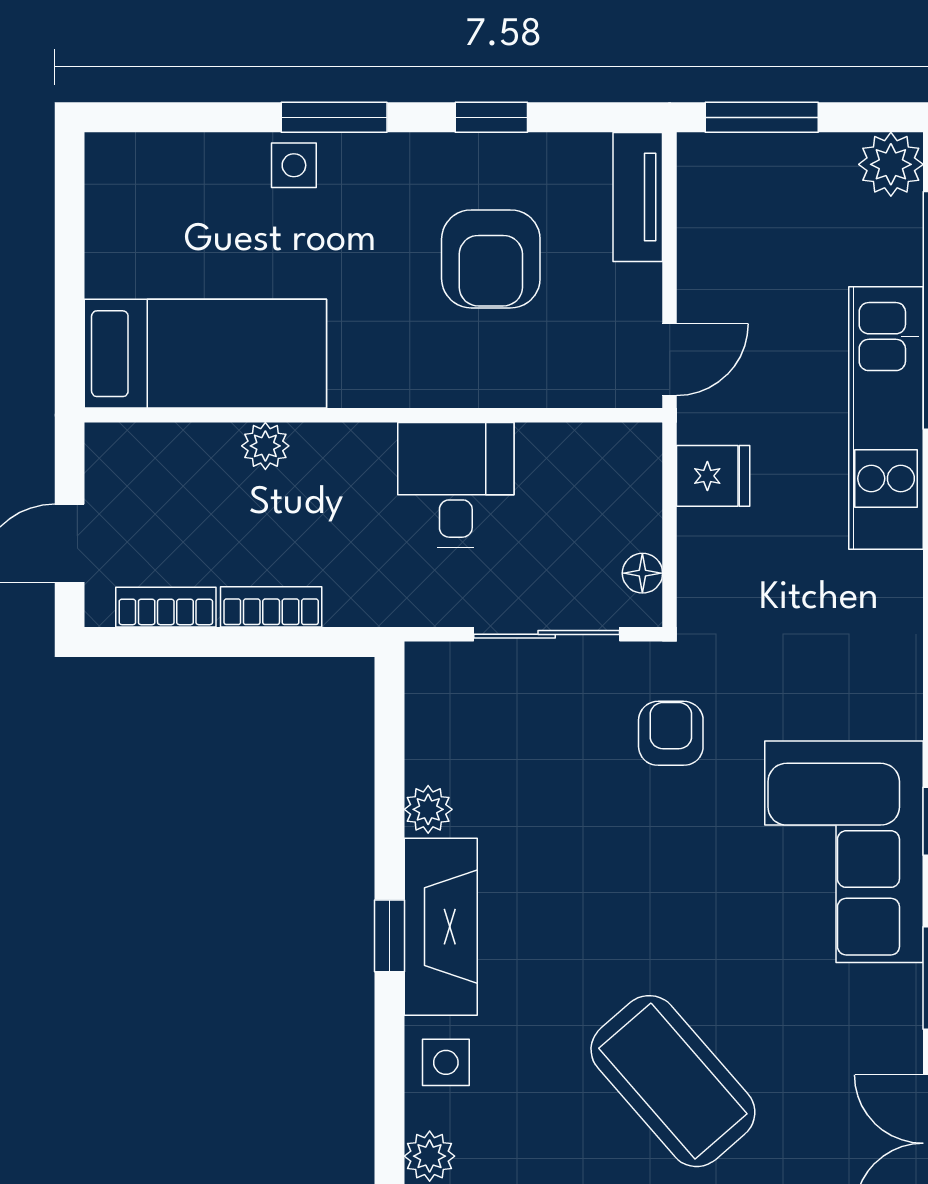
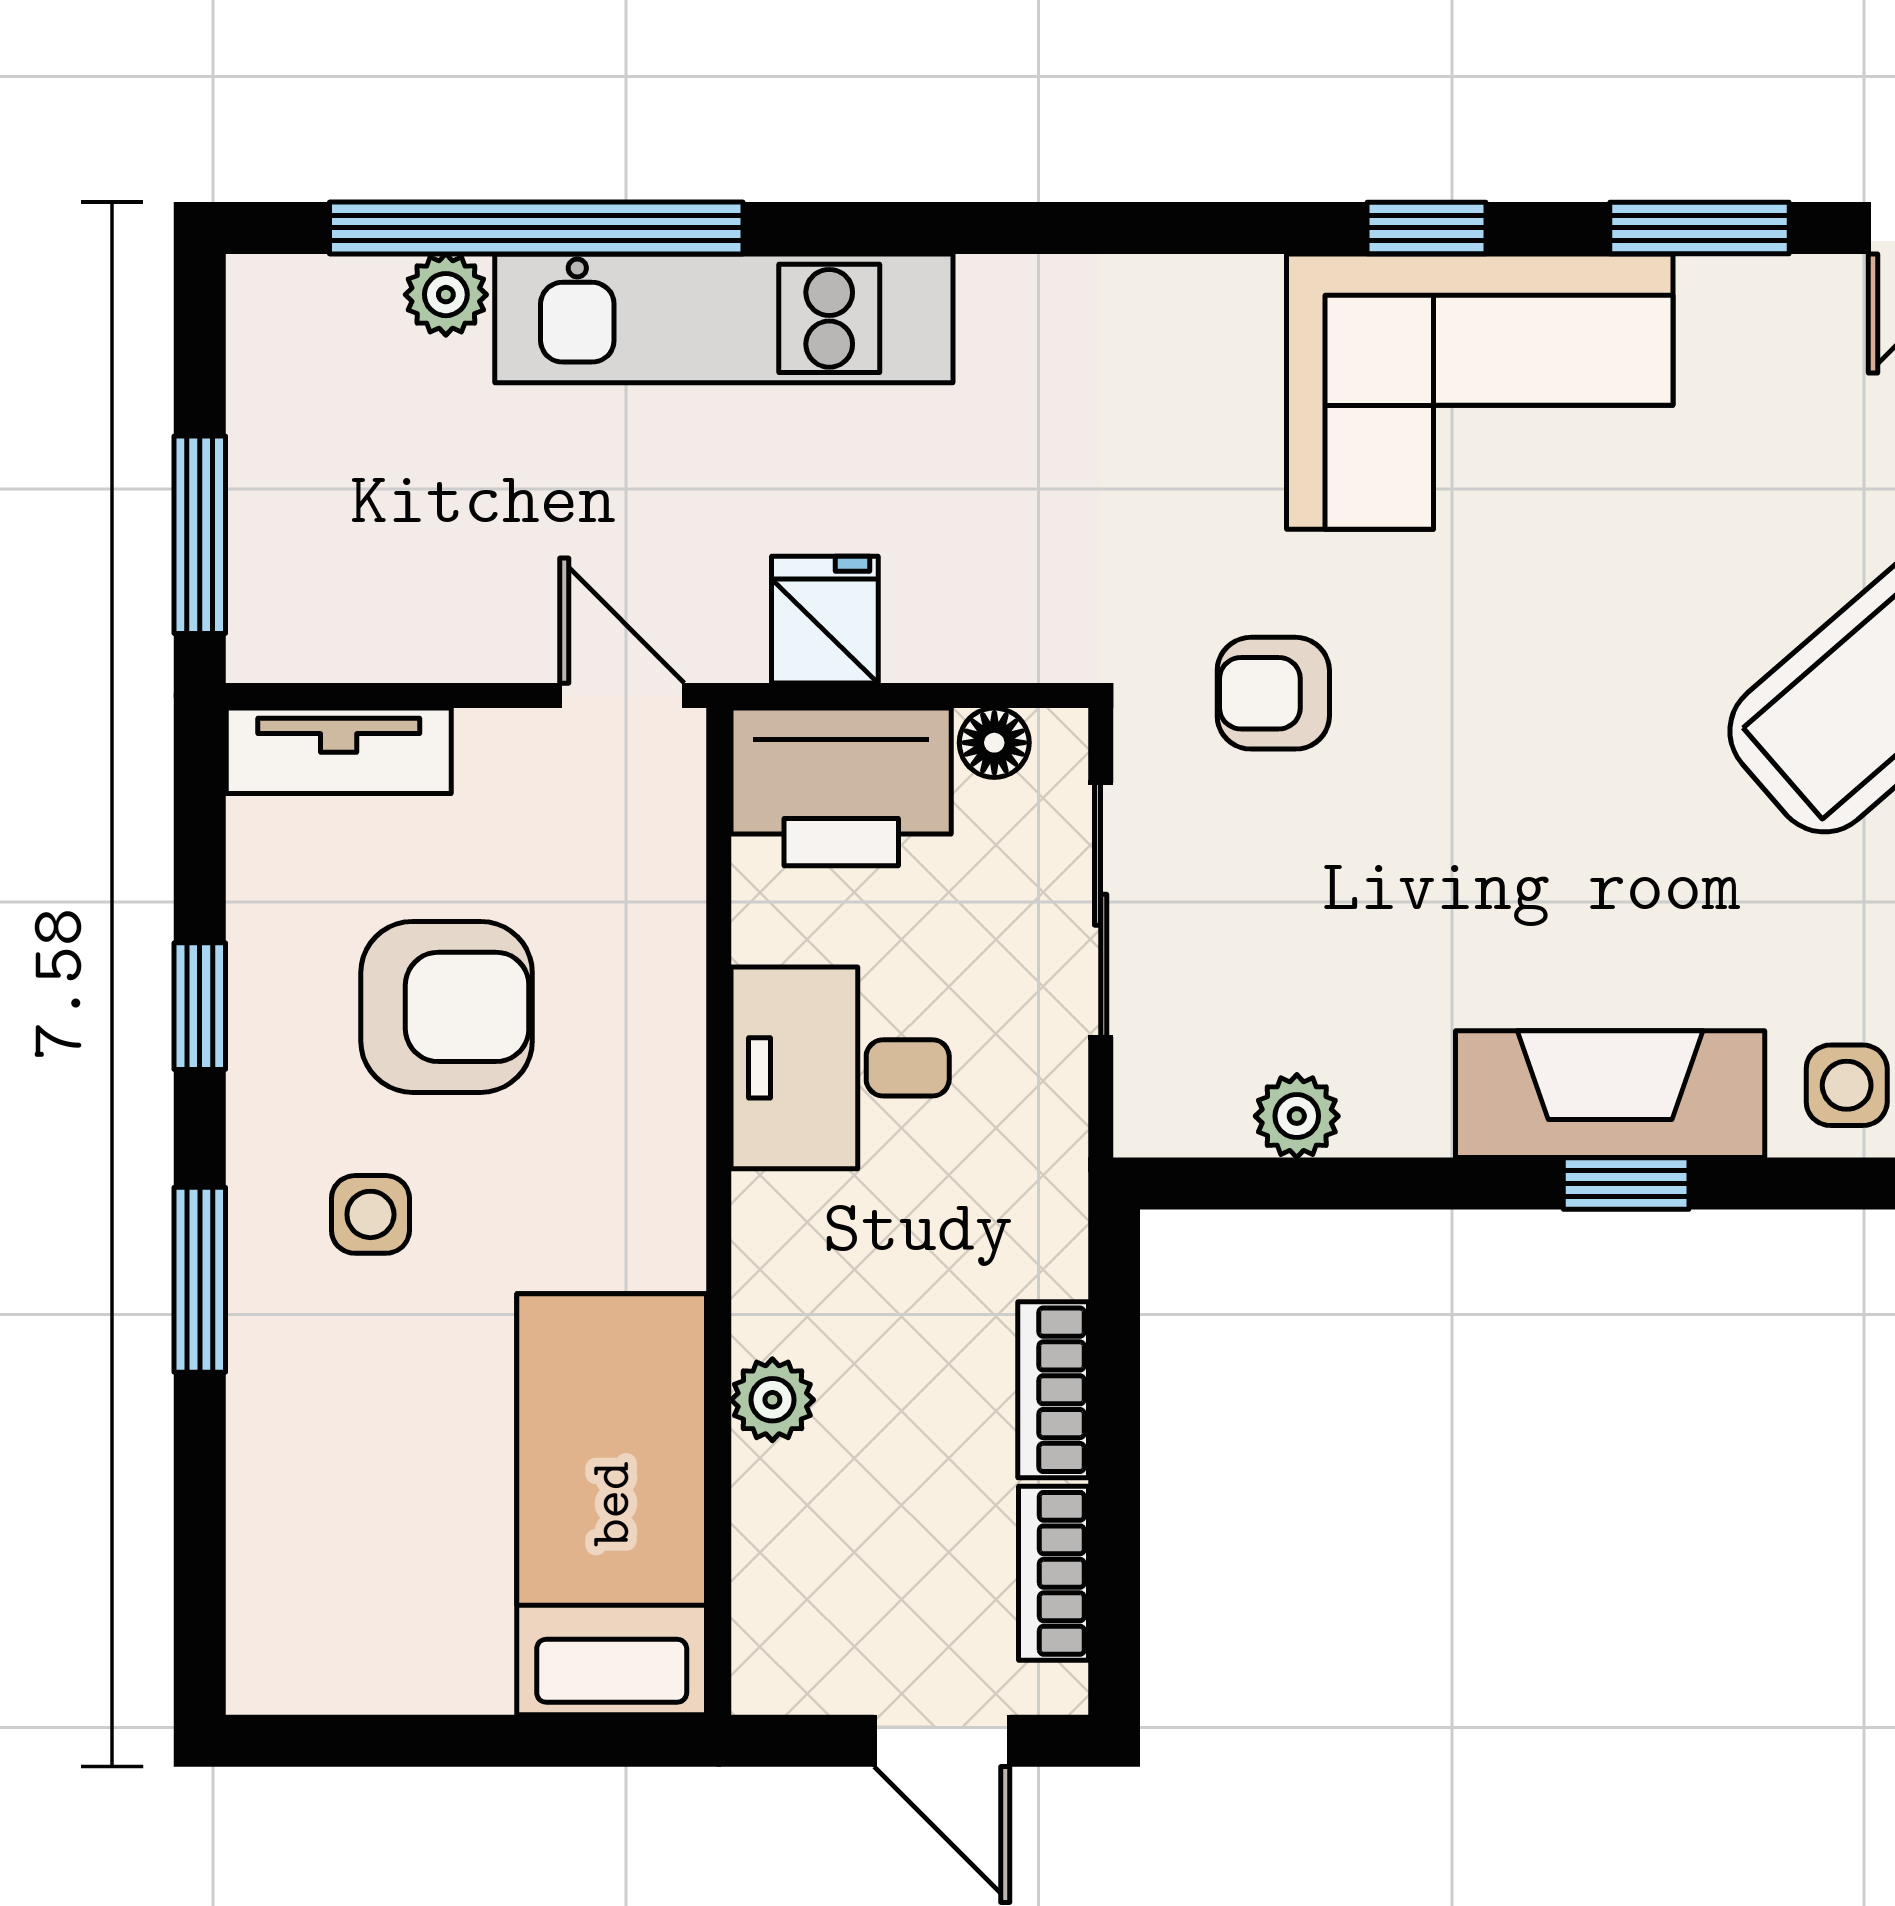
plant: (891, 164) -> (446, 295), moved, width x0.73, depth x0.73
side table: (294, 165) -> (370, 1214), moved
printer: (617, 485) -> (841, 787), added
plant: (428, 809) -> (1297, 1116), moved

